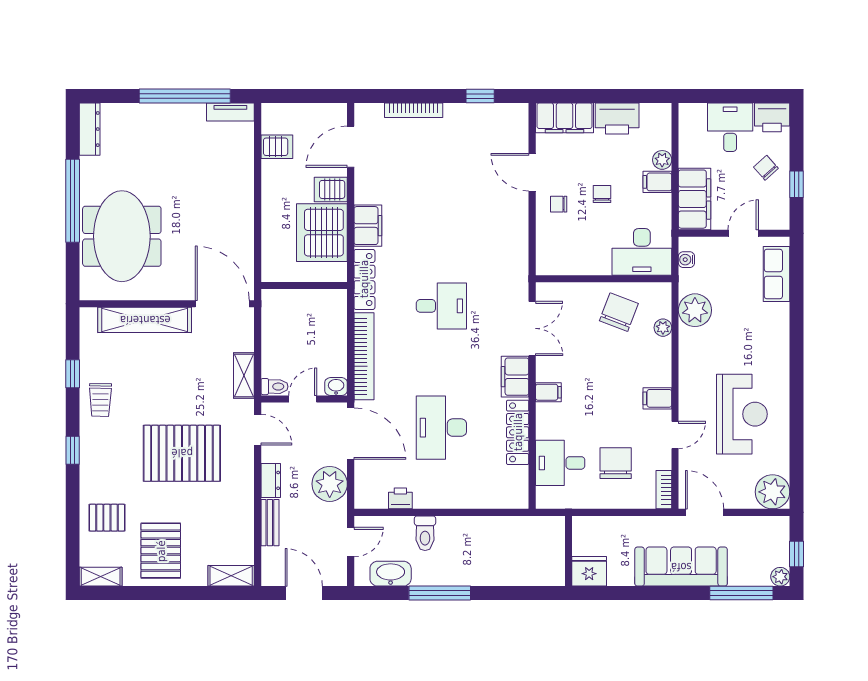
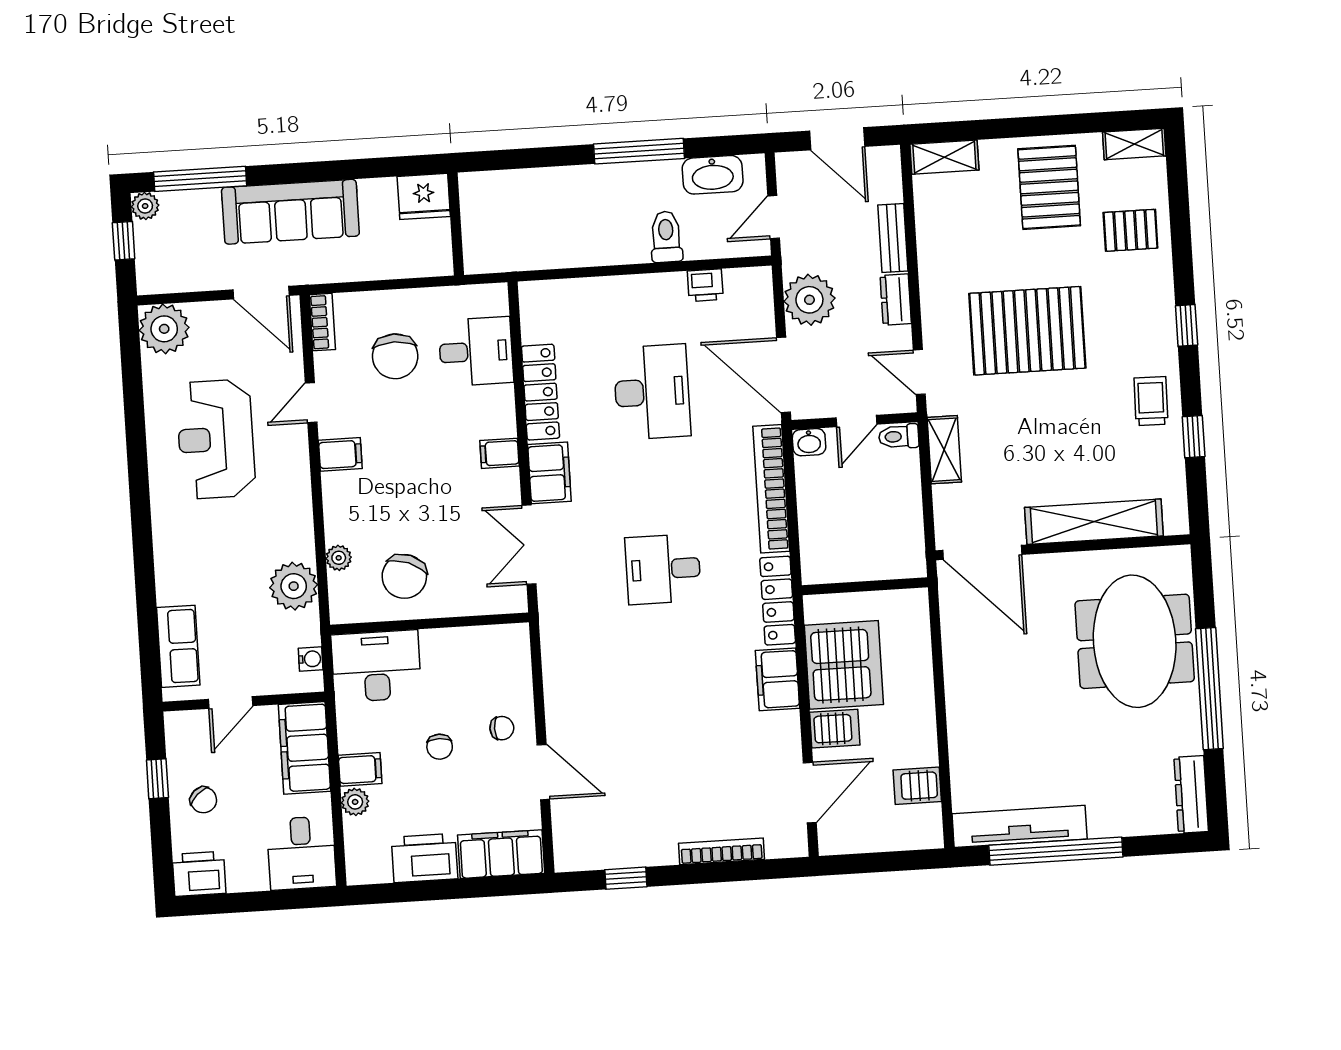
tv unit: (230, 112) -> (1020, 826), width x1.92, depth x1.29
desk: (730, 127) -> (301, 853), moved

